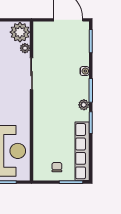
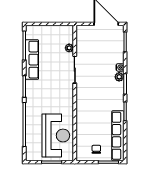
plant: (20, 32) -> (65, 34), removed
plant: (84, 105) -> (119, 77), moved

